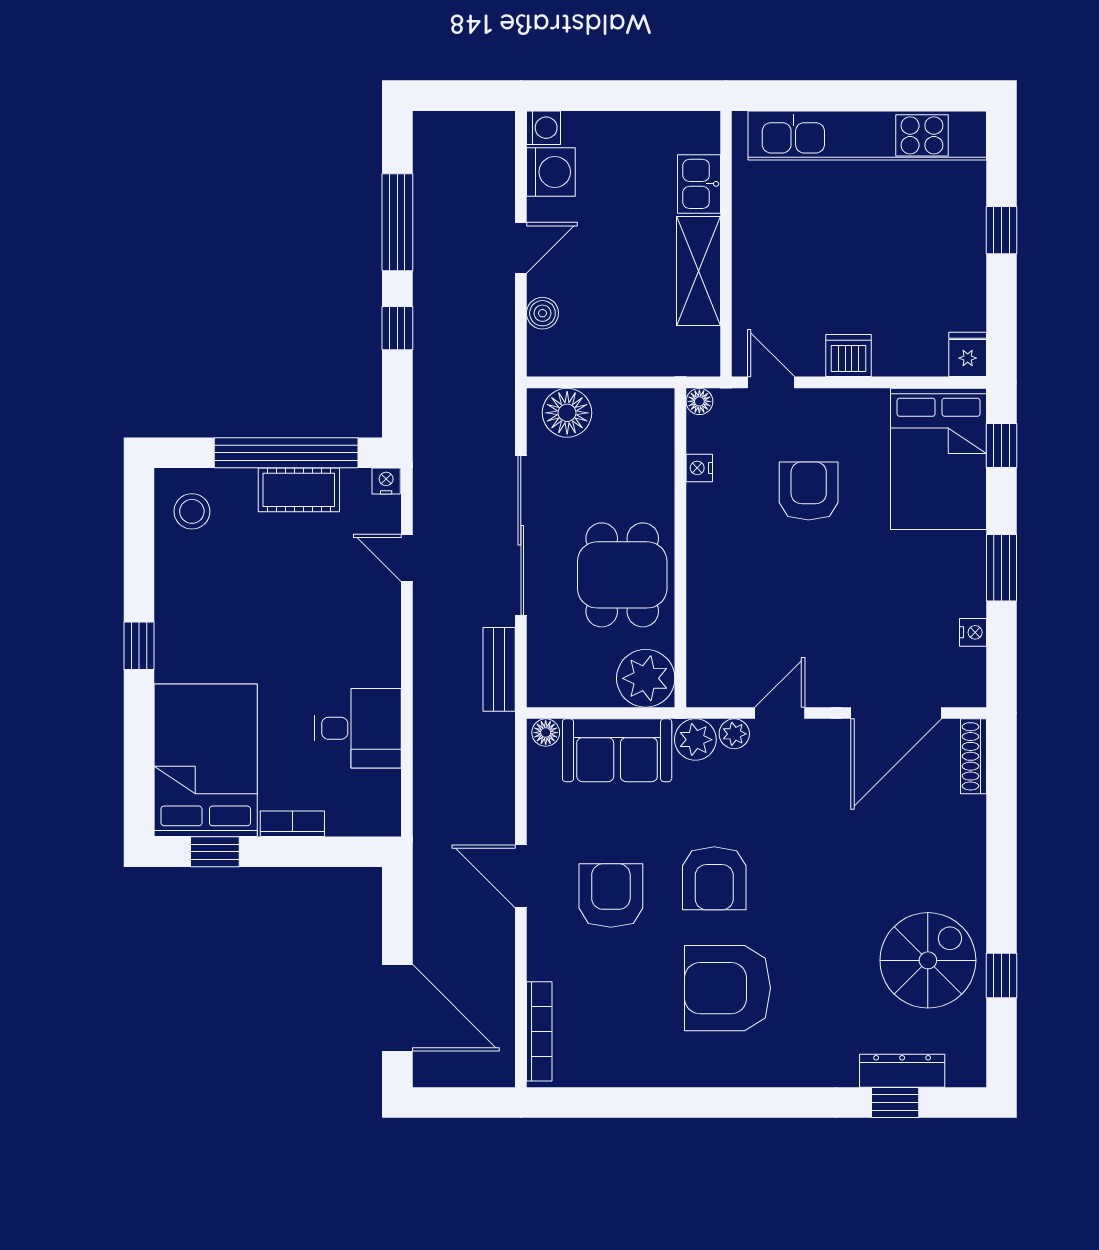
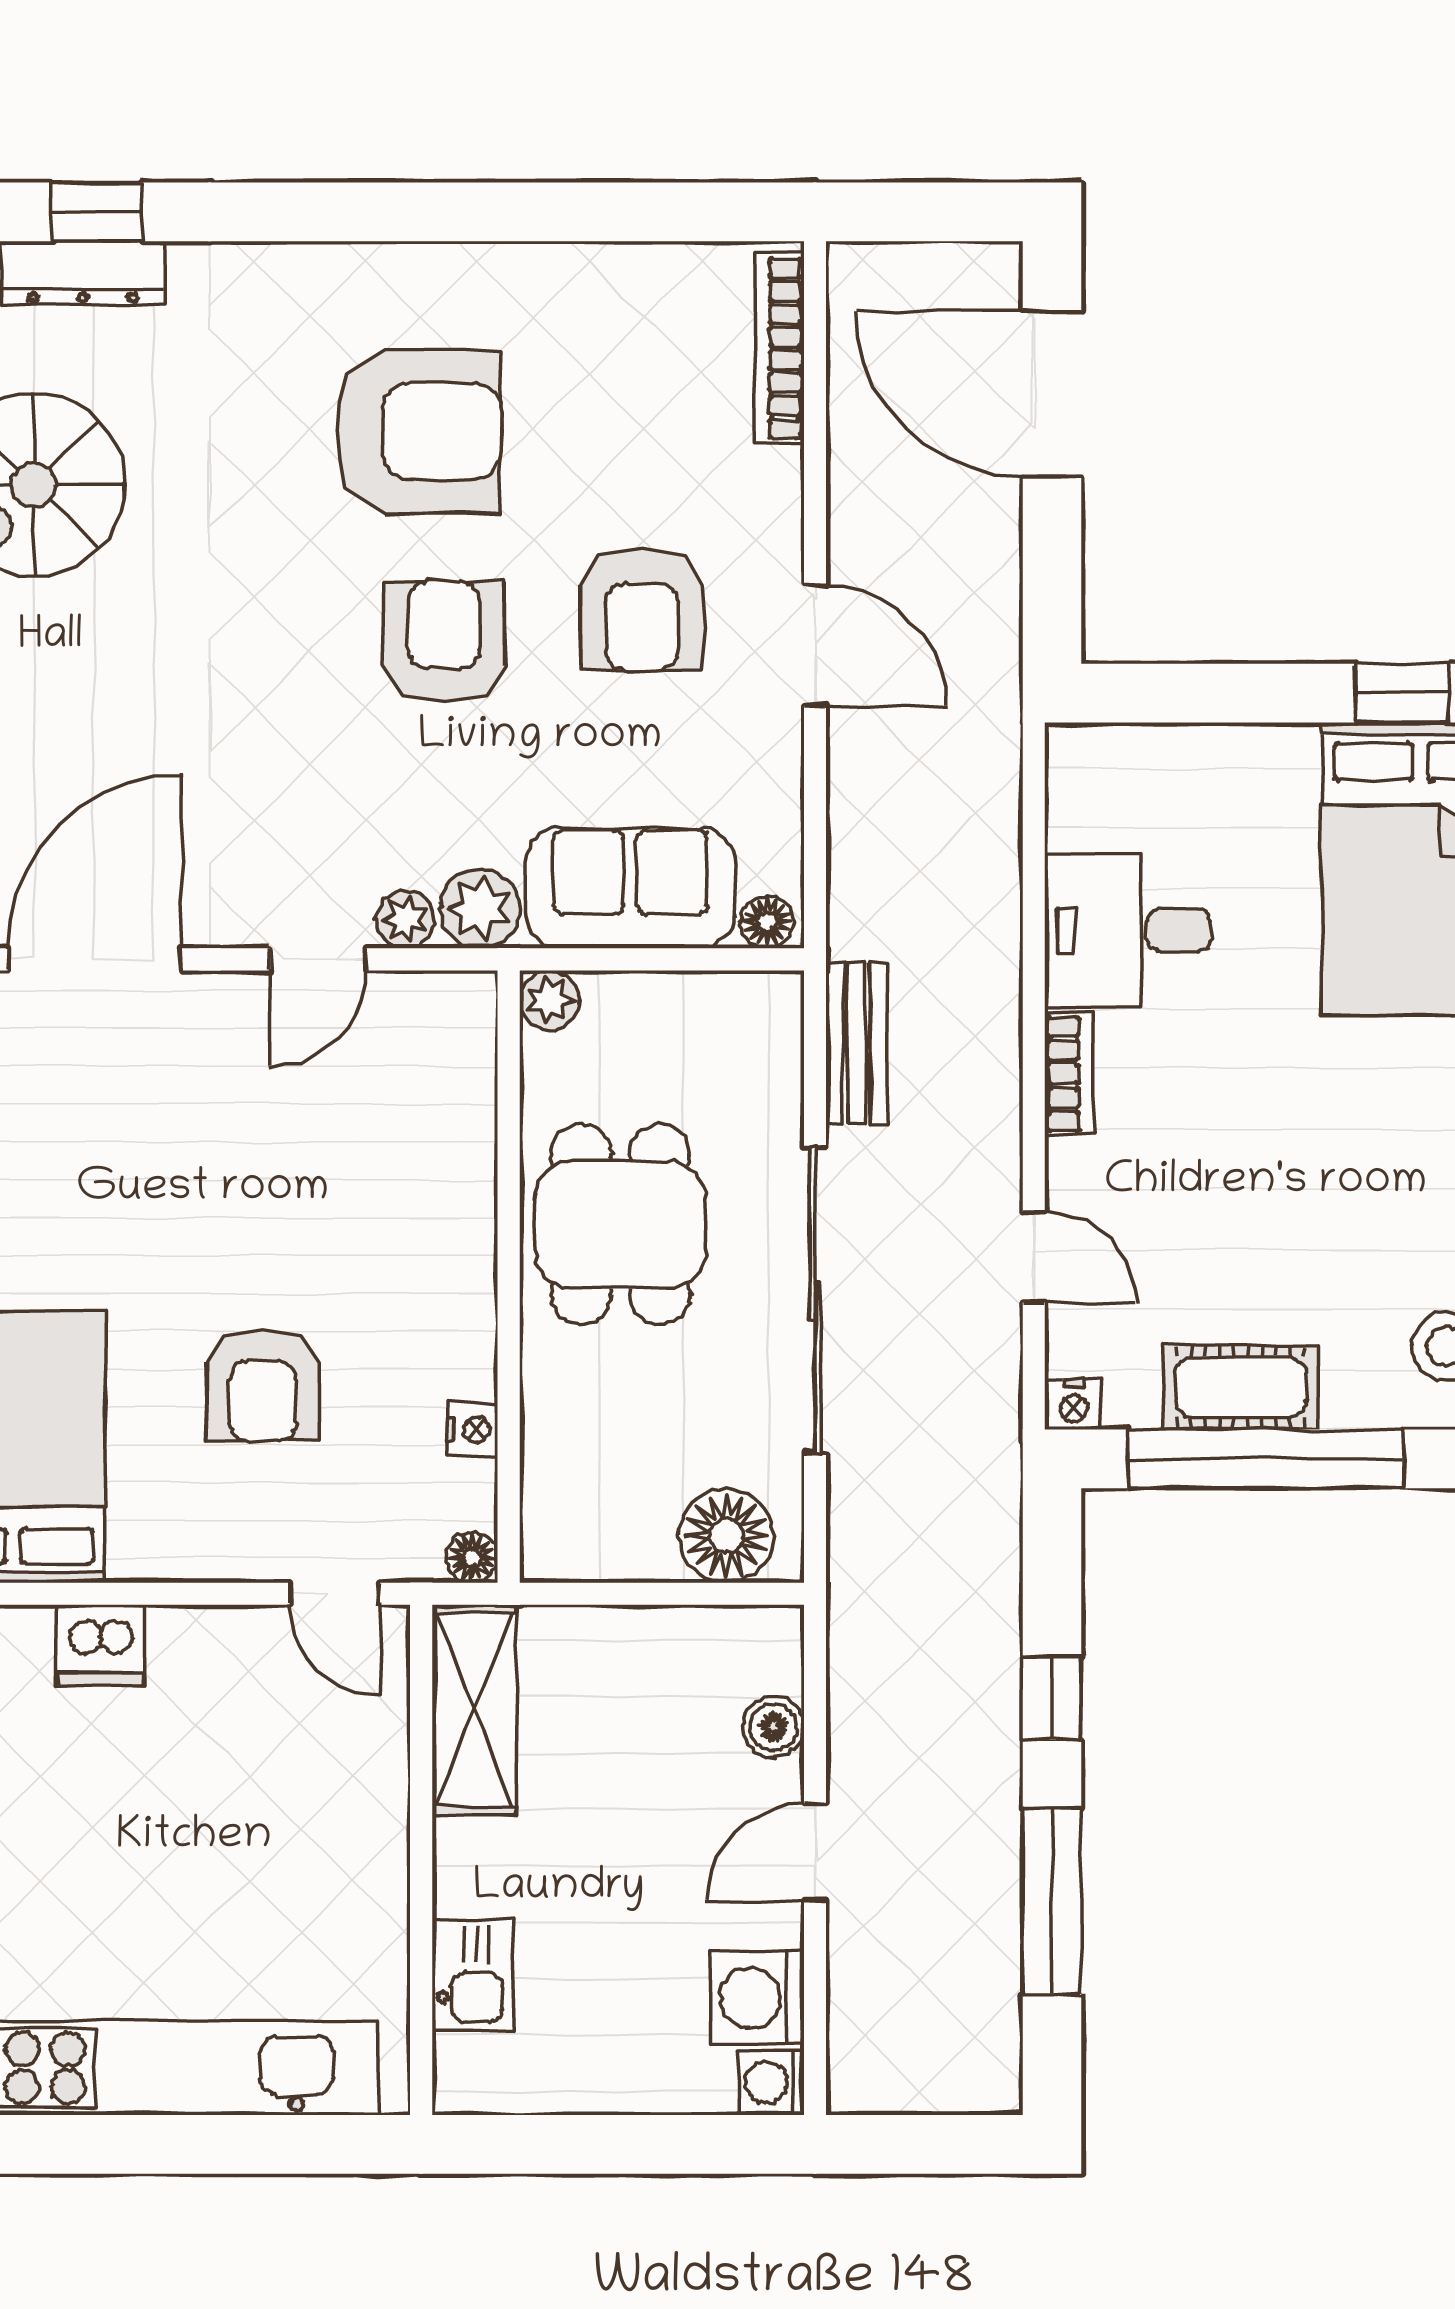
shelving: (698, 271) -> (474, 1710), moved
dishwasher: (848, 356) -> (101, 1645), moved
plant: (646, 678) -> (549, 1000), width x0.53, depth x0.53
bookcase: (292, 824) -> (1069, 1074), moved, turned -90

